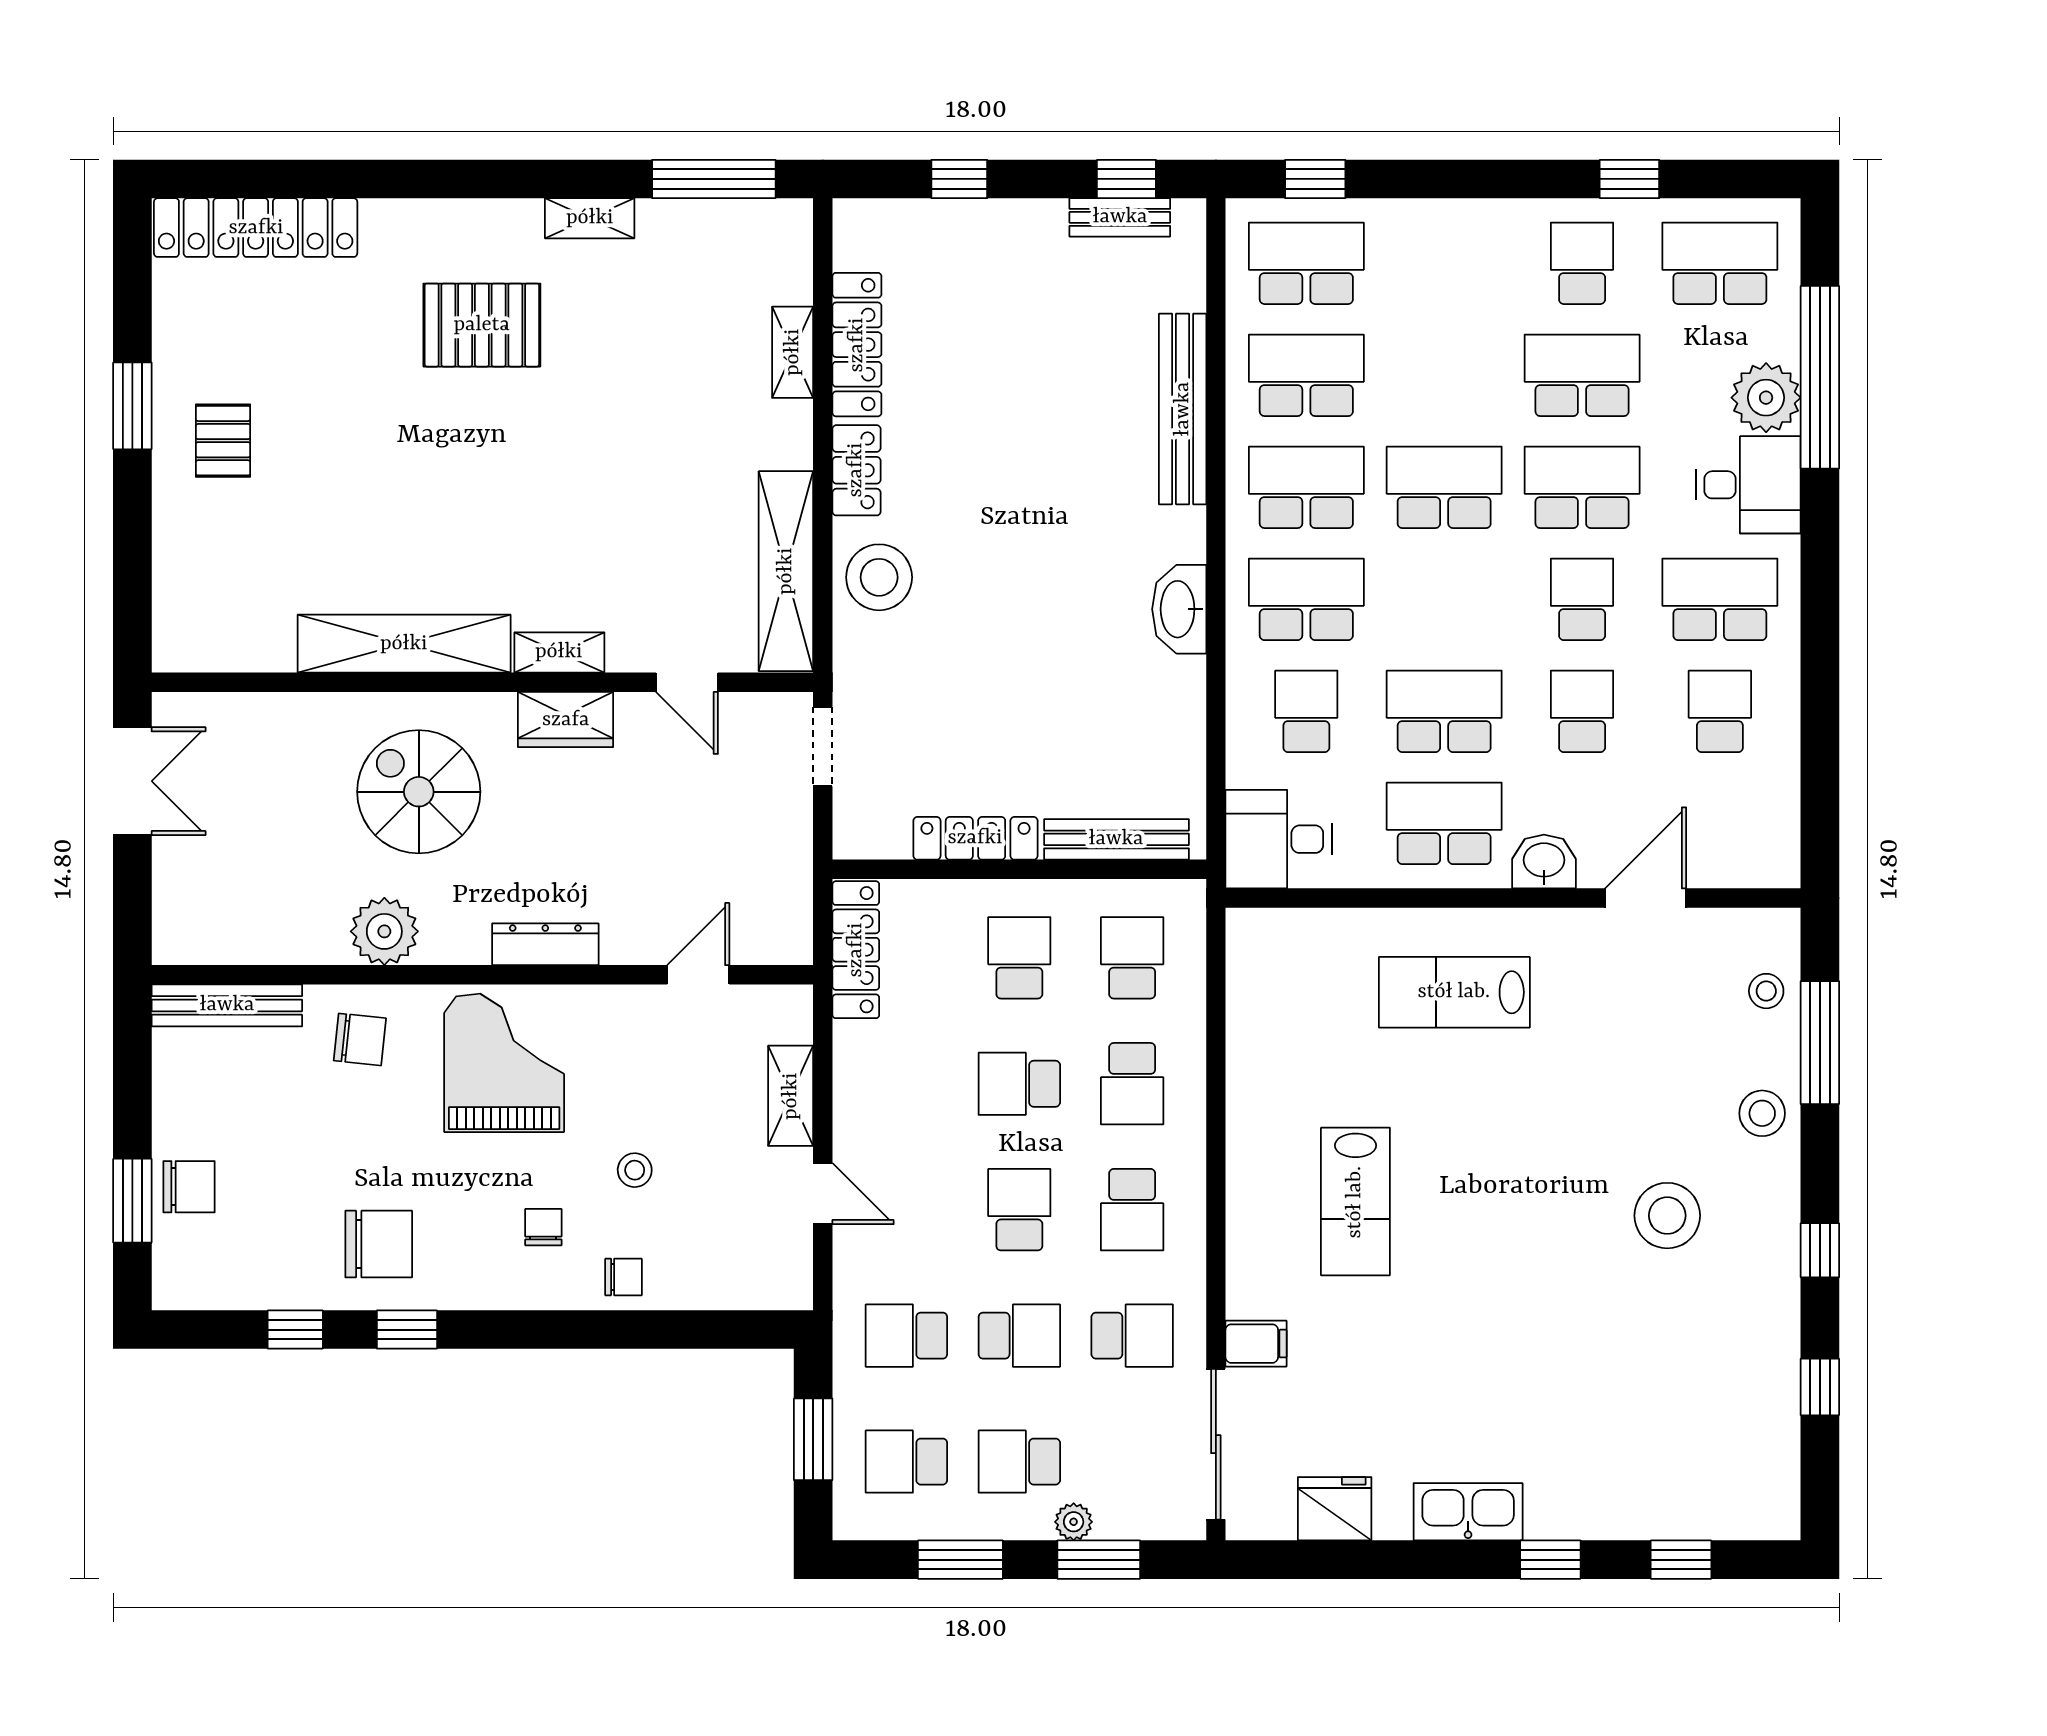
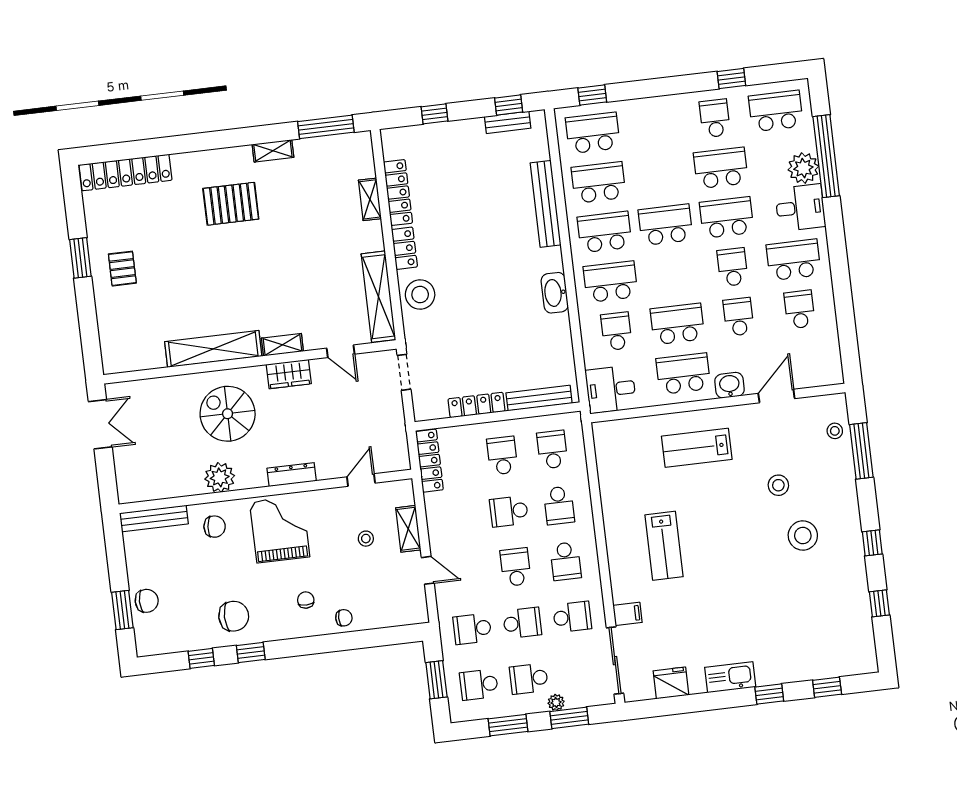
stool: (1762, 1113) -> (778, 485), moved
stool: (635, 1170) -> (366, 539), moved

